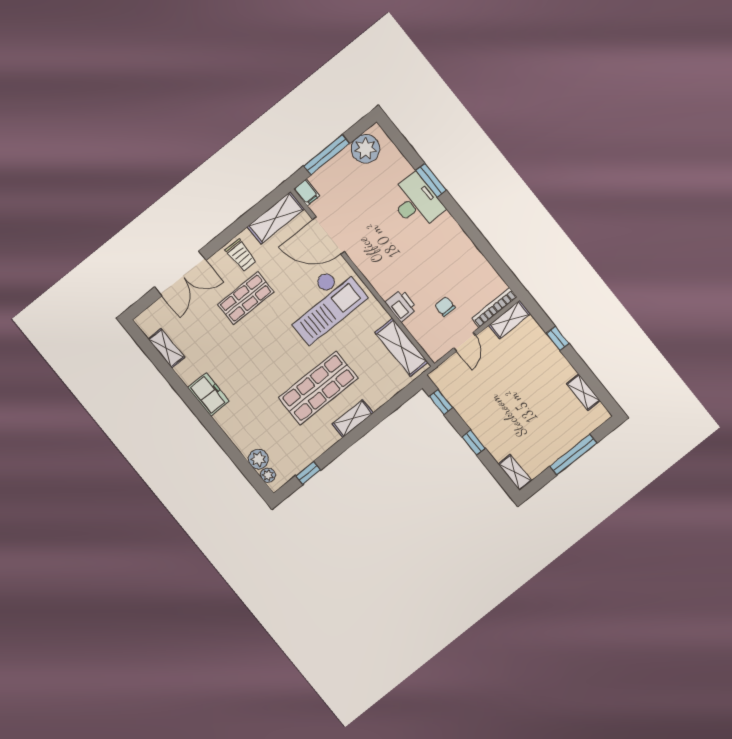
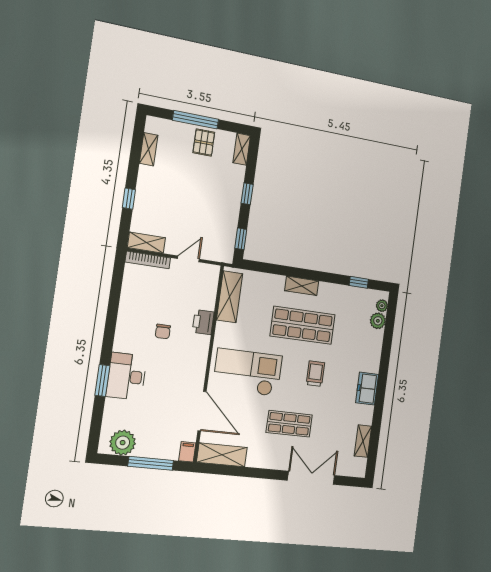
trolley: (241, 255) -> (315, 374), moved
chair: (445, 306) -> (163, 331), moved
pallet: (549, 444) -> (204, 143), added

